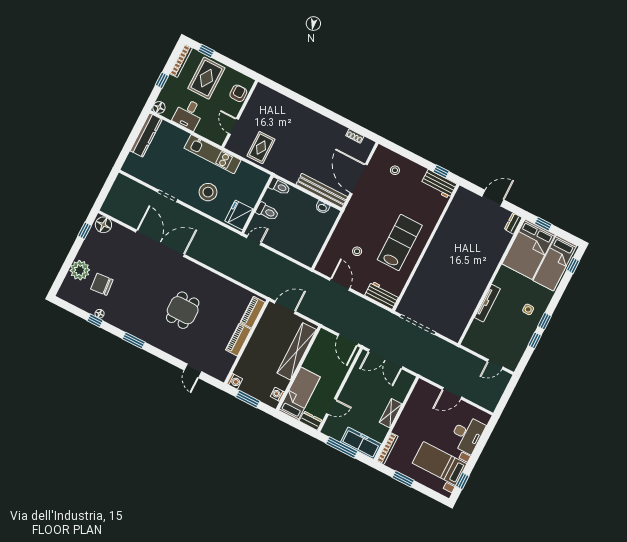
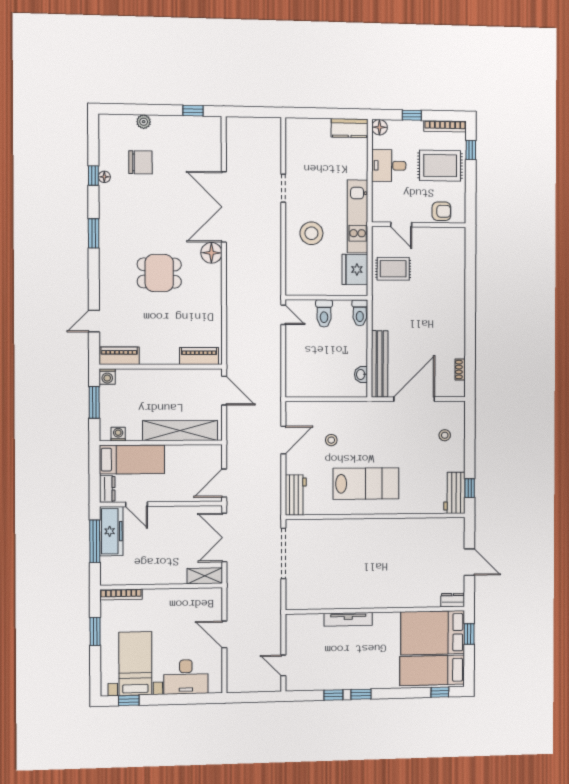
door: (233, 126) -> (401, 225), swing flipped
kitchen counter: (146, 135) -> (350, 128), width x0.67
fridge: (239, 215) -> (355, 270), moved, turned -90
floor lamp: (103, 225) -> (211, 253), moved
double door: (160, 243) -> (224, 207), swing flipped
plant: (80, 270) -> (144, 122), width x0.53, depth x0.53
chair: (102, 284) -> (140, 162), turned 95
side table: (528, 309) -> (365, 669), removed
piano: (238, 340) -> (119, 356), moved
shelving: (391, 413) -> (205, 576), moved
freezer: (361, 443) -> (111, 531), moved

